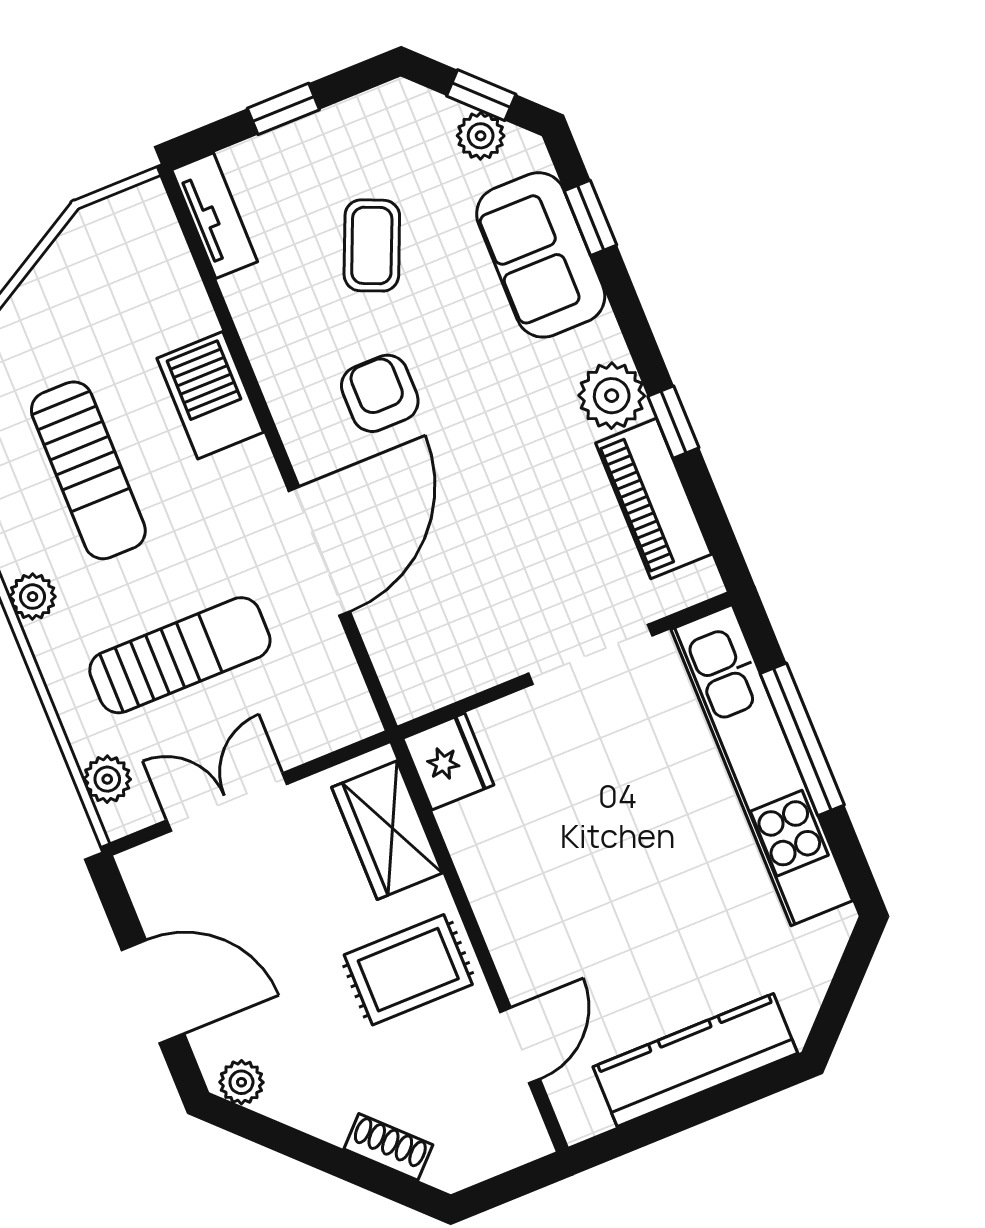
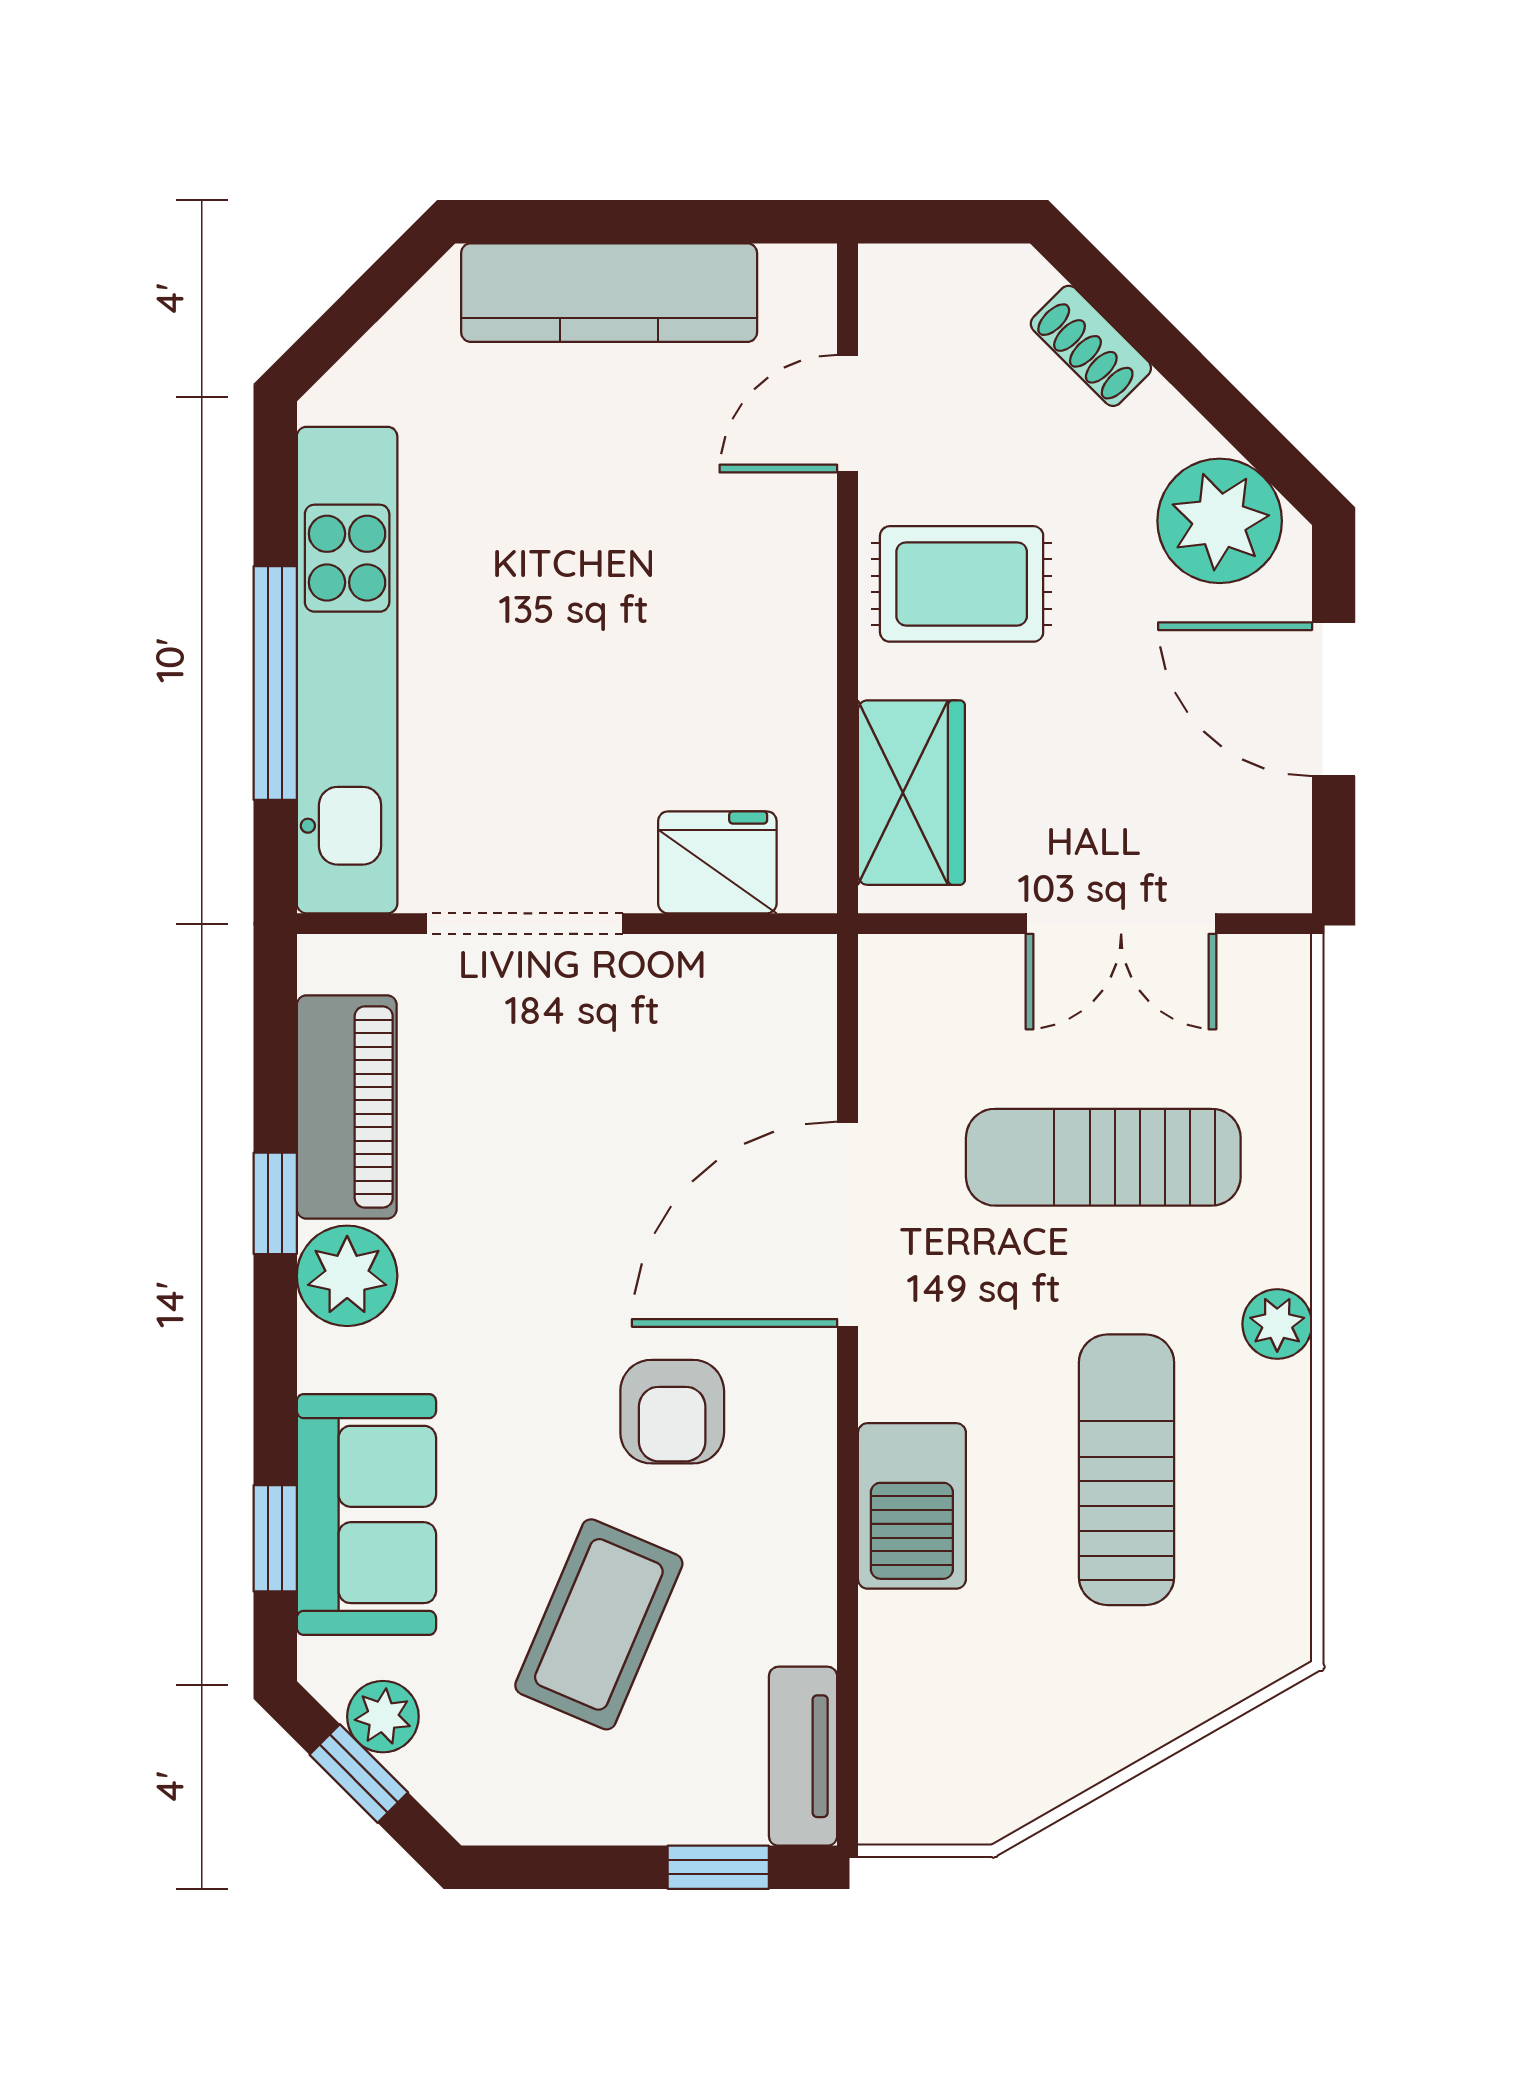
window: (283, 109) -> (718, 1867), moved
coffee table: (372, 245) -> (599, 1624), width x1.36, depth x1.30
fridge: (448, 762) -> (717, 862), moved, turned 90
plant: (107, 779) -> (1276, 1024), removed
plant: (241, 1082) -> (1220, 521), width x1.87, depth x1.87

